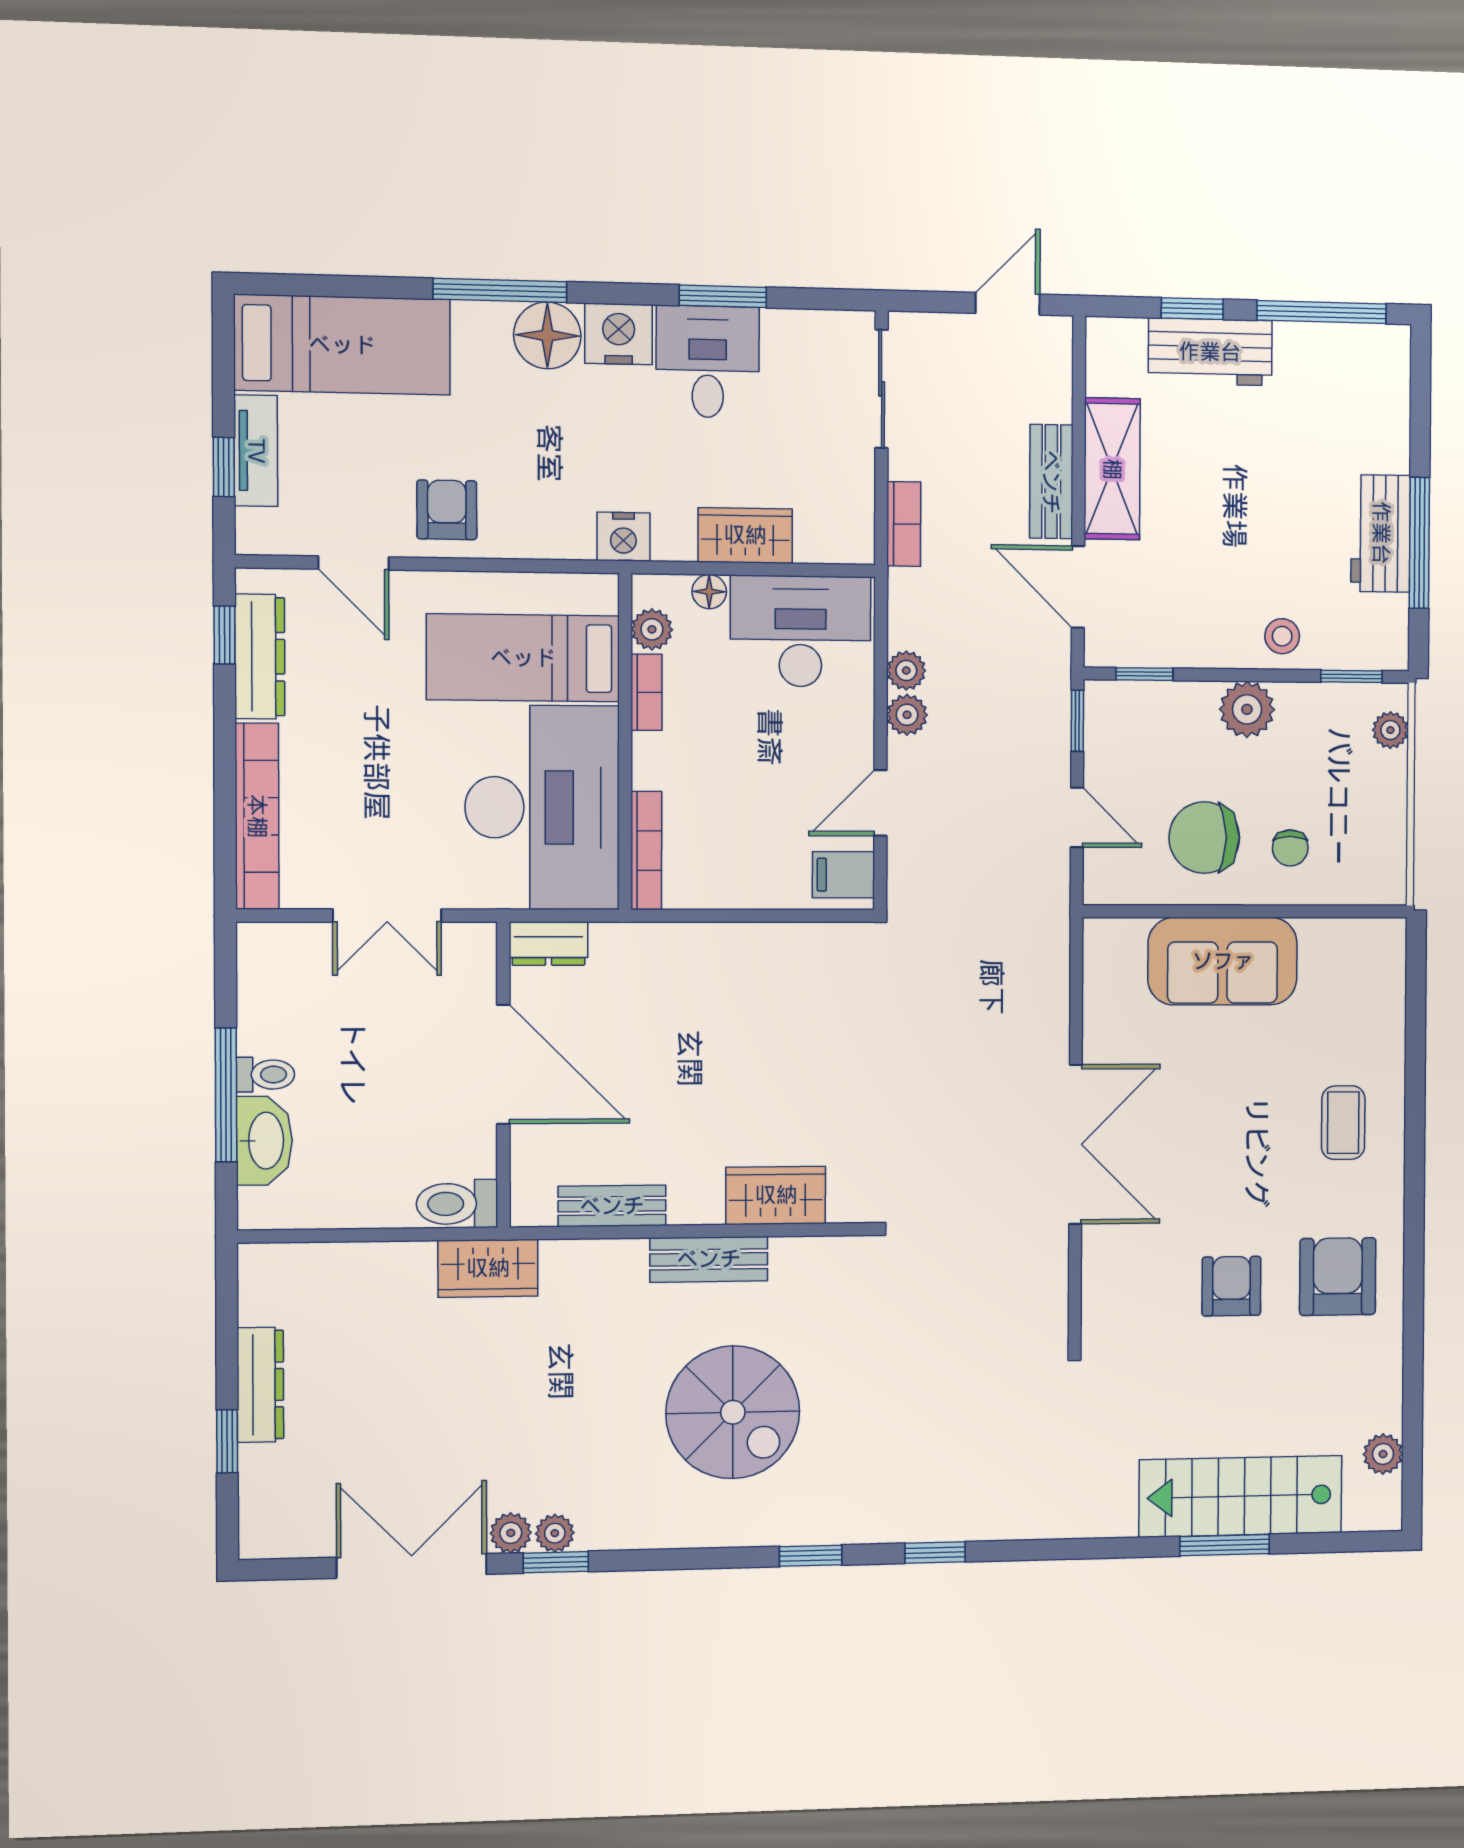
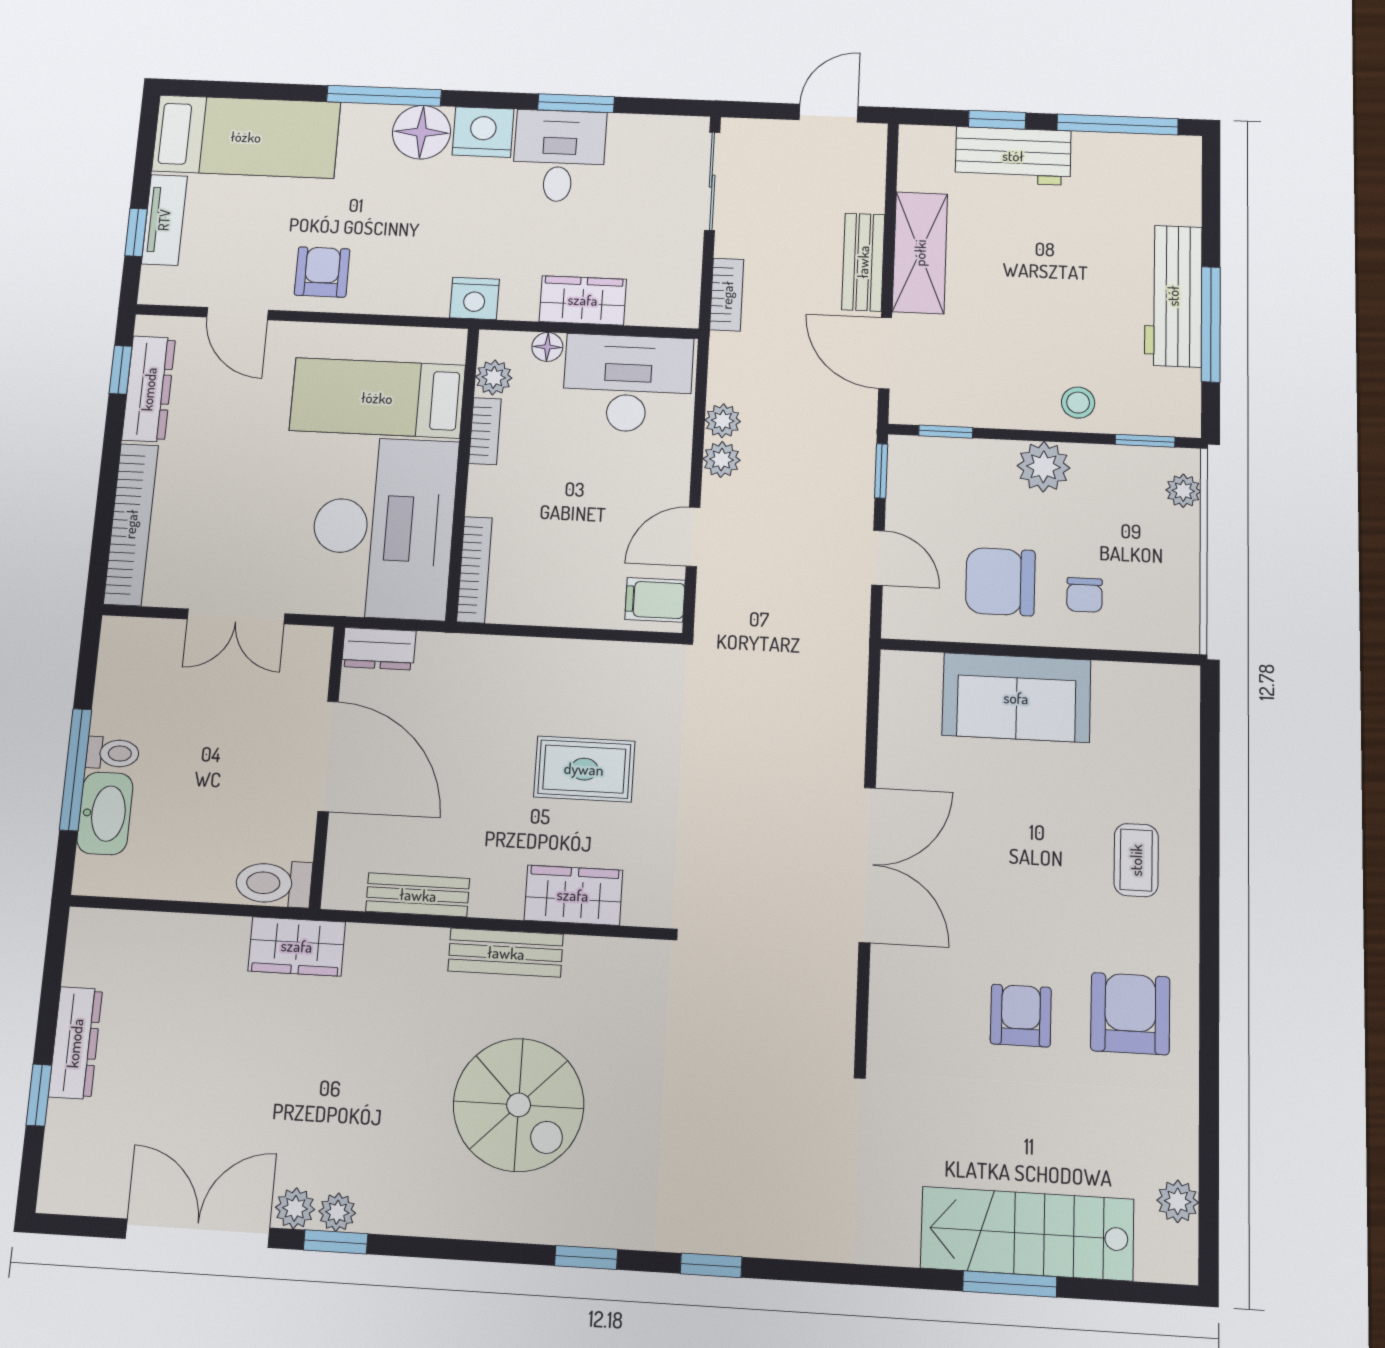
workbench: (1381, 533) -> (1173, 296), width x1.37
rug: (779, 1062) -> (584, 769), added

